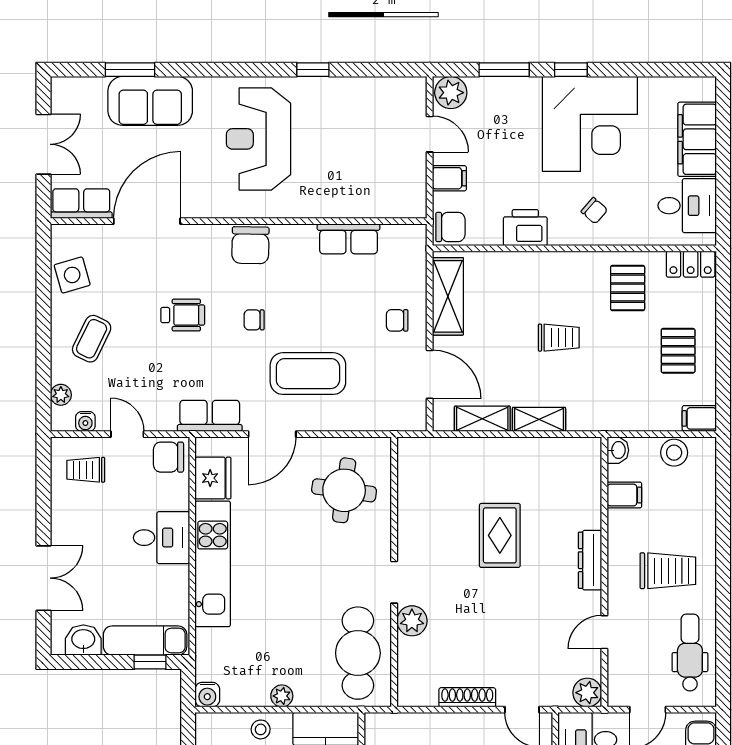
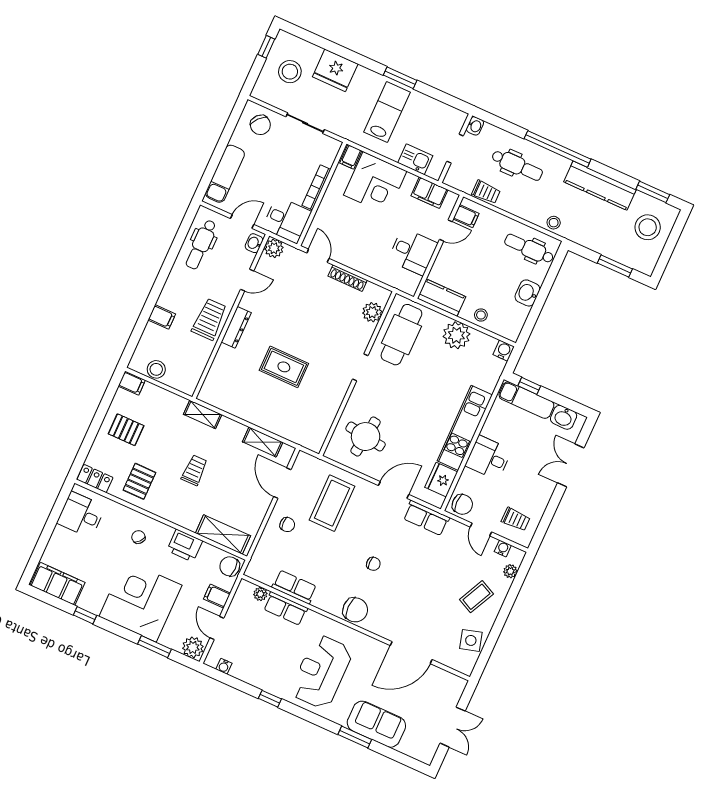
window: (130, 70) -> (355, 737), moved
window: (571, 70) -> (85, 615), moved
water cooler: (396, 86) -> (224, 666), added
corner desk: (590, 124) -> (140, 601), moved
reception desk: (258, 139) -> (321, 672), turned 180
filing cabinet: (697, 139) -> (57, 584), moved, turned -90
double door: (43, 144) -> (453, 727), swing flipped
row of seats: (81, 204) -> (285, 609), moved
plant: (391, 208) -> (260, 594), added
chair: (250, 245) -> (355, 610), turned 89
shelving: (448, 296) -> (223, 534), moved, turned 90
wheelchair: (183, 315) -> (415, 586), removed
trolley: (559, 338) -> (194, 470), turned 90
pallet: (678, 351) -> (126, 430), turned 90
coffee table: (308, 374) -> (332, 503), moved, turned 90
shelving: (539, 419) -> (203, 414), moved
washbasin: (618, 450) -> (254, 243), moved
filing cabinet: (624, 495) -> (162, 317), moved, turned 180
rug: (500, 535) -> (284, 367), turned 90
trolley: (668, 571) -> (209, 319), moved, turned 90
plant: (412, 621) -> (372, 312), moved
plant: (282, 696) -> (456, 335), width x1.87, depth x1.87

